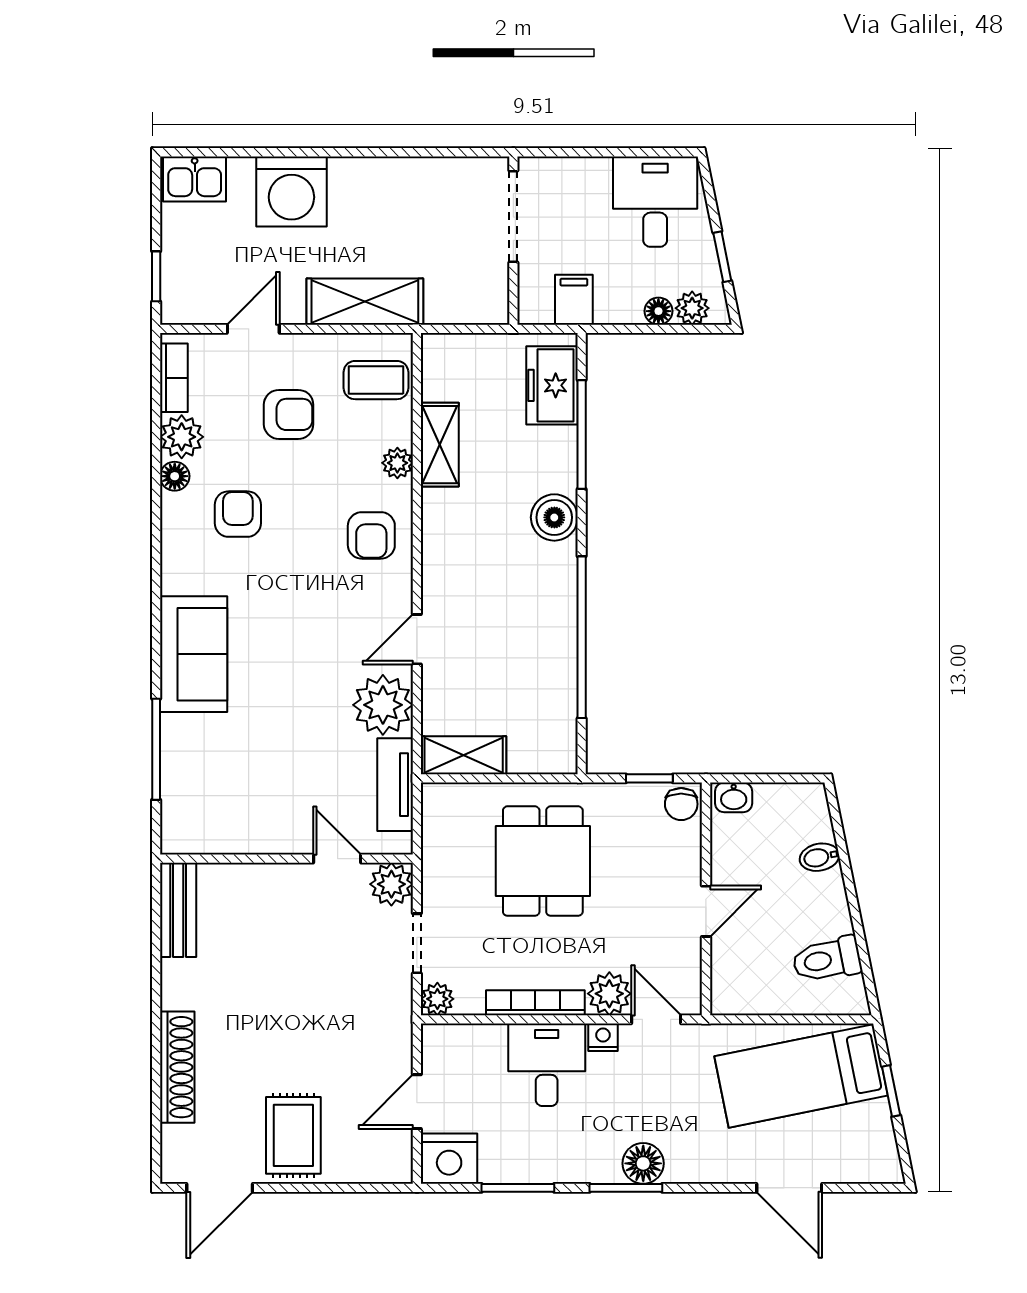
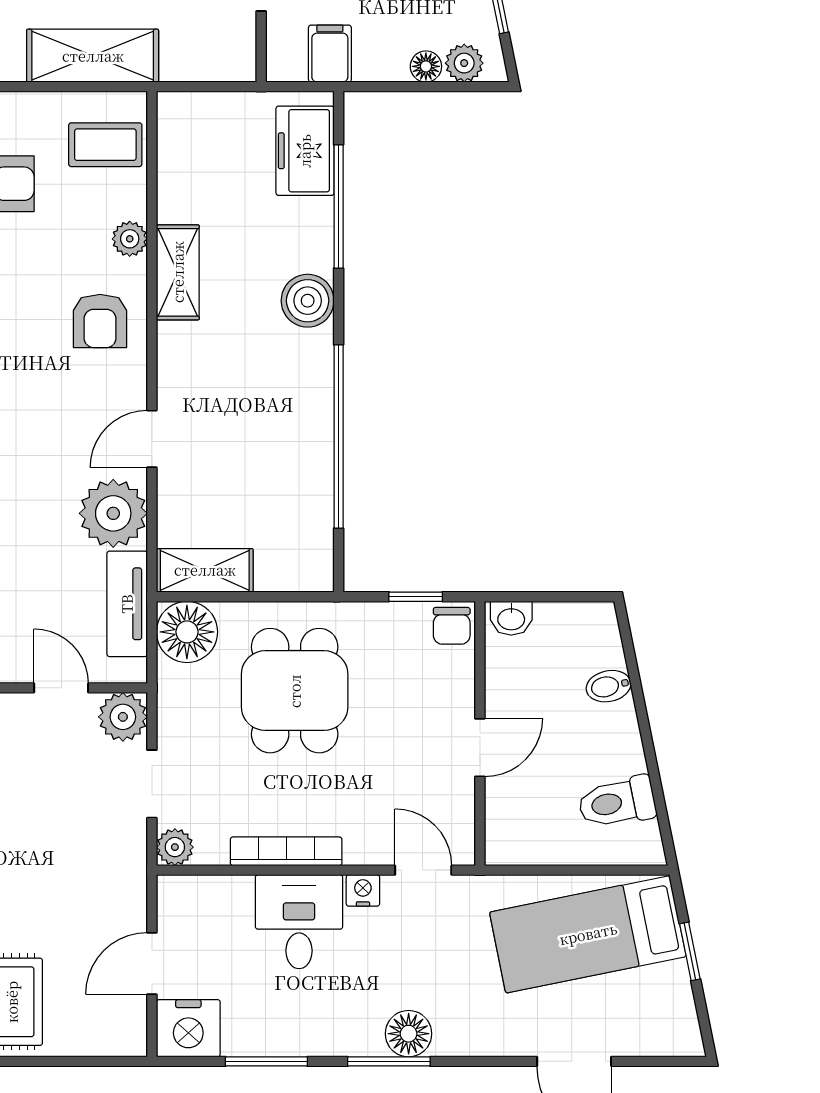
shelving: (440, 445) -> (178, 272), moved
floor lamp: (448, 809) -> (187, 632), added
plant: (609, 994) -> (370, 841), removed

